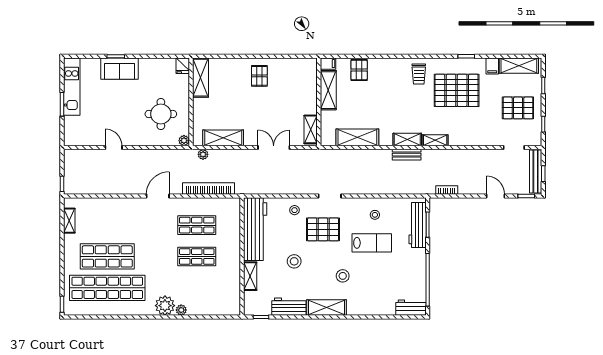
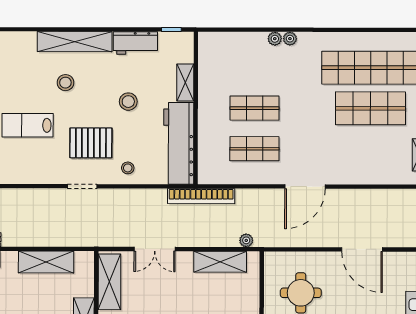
shelving: (311, 129) -> (109, 282), width x1.50, depth x1.33
plant: (184, 141) -> (271, 258), removed
door: (114, 148) -> (362, 249), width x1.88
bookcase: (208, 188) -> (201, 196), moved
door: (158, 196) -> (305, 187), width x1.36
stool: (375, 215) -> (24, 162), removed
plant: (165, 306) -> (290, 39), width x0.53, depth x0.53
shelving: (326, 308) -> (75, 42), width x1.47

